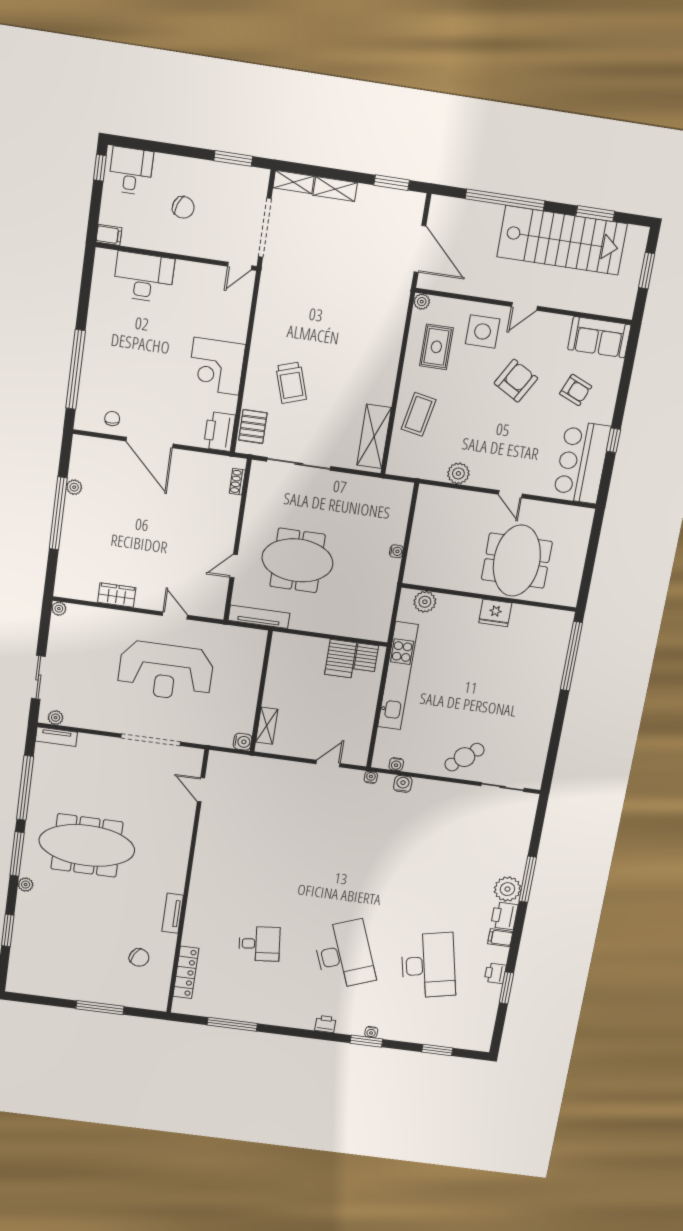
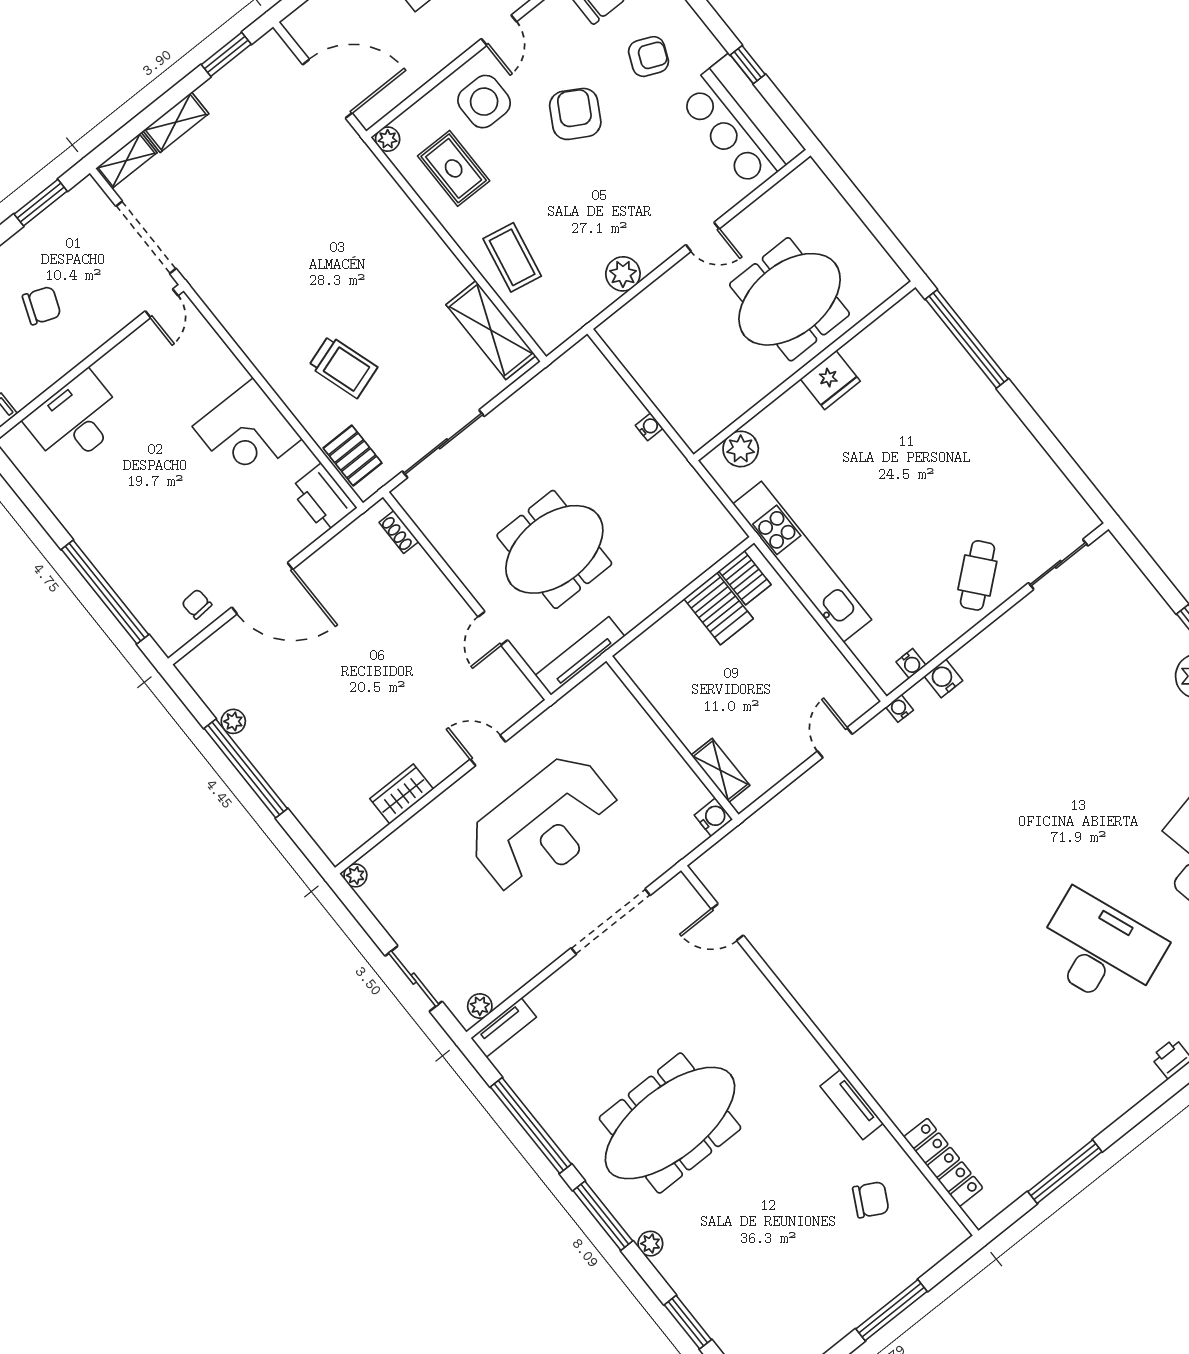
meeting table: (517, 561) -> (790, 299), turned 90
desk: (259, 944) -> (989, 1039), removed

